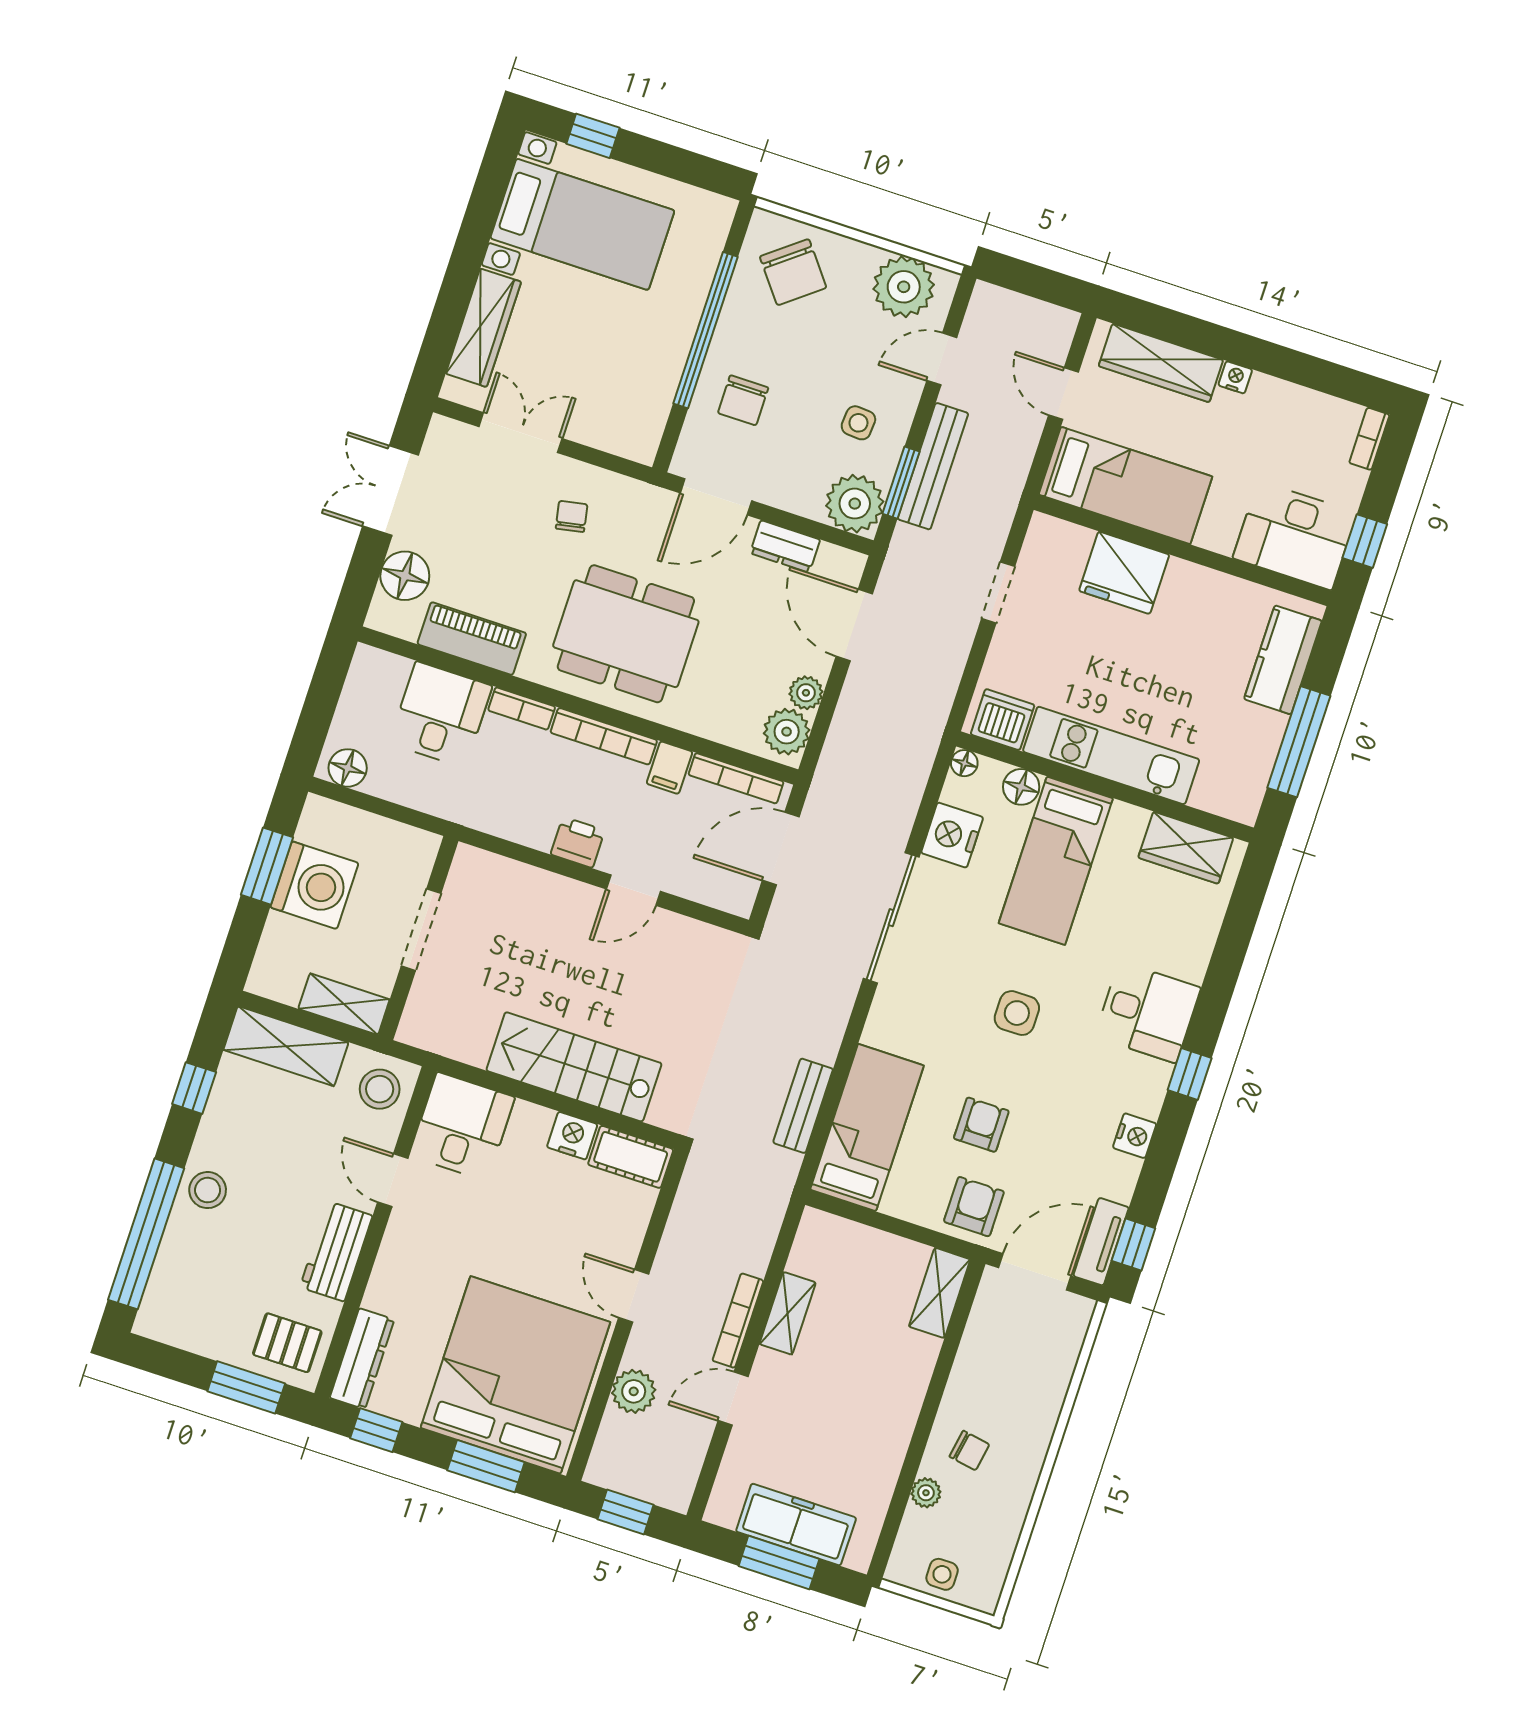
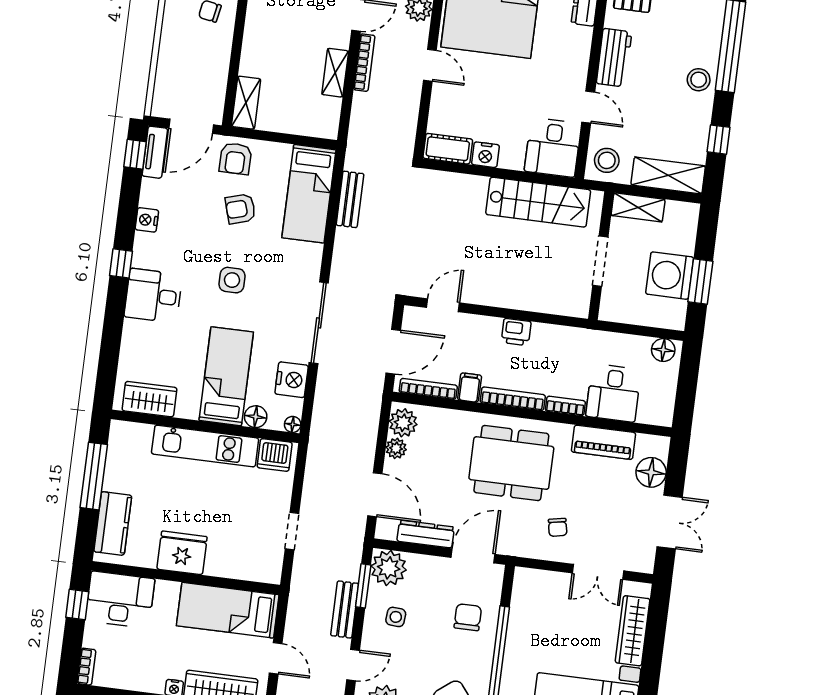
bench: (933, 466) -> (345, 609), width x0.73
dresser: (785, 546) -> (426, 534), width x1.44
fridge: (1124, 573) -> (182, 553), moved
door: (633, 890) -> (443, 305), moved
stairs: (574, 1067) -> (538, 202), moved
armchair: (981, 1125) -> (240, 209), turned 73

